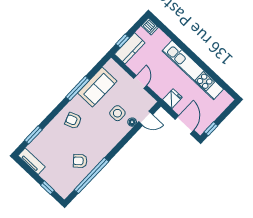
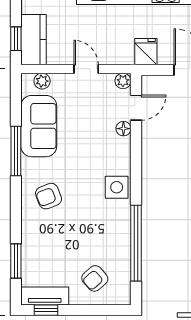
plant: (117, 69) -> (42, 81), added
plant: (151, 102) -> (123, 81), added
side table: (117, 113) -> (117, 187), moved
armchair: (80, 161) -> (95, 278), moved
window: (47, 188) -> (46, 310), moved

